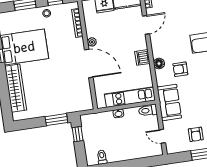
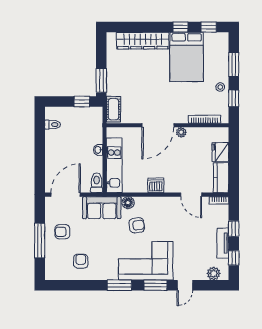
floor lamp: (159, 64) -> (128, 203), moved
armchair: (180, 69) -> (137, 225), turned 82
cot: (80, 105) -> (113, 109), added
door: (162, 136) -> (66, 195), width x1.87

